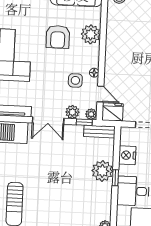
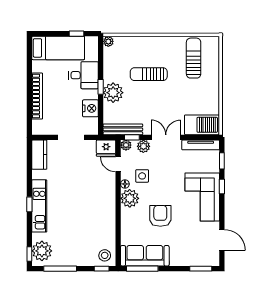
plant: (91, 34) -> (130, 198), moved
bench: (99, 132) -> (123, 129), width x1.36
sun lounger: (63, 189) -> (149, 74), added

